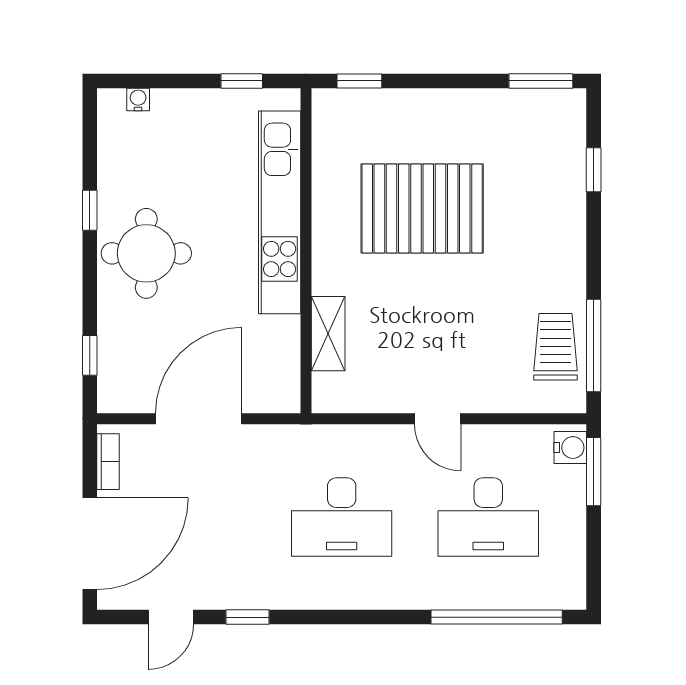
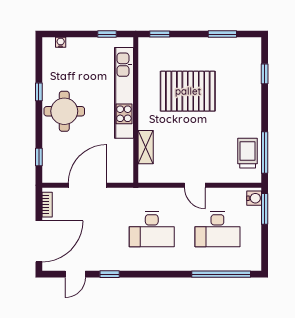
window: (541, 81) -> (222, 34), moved

